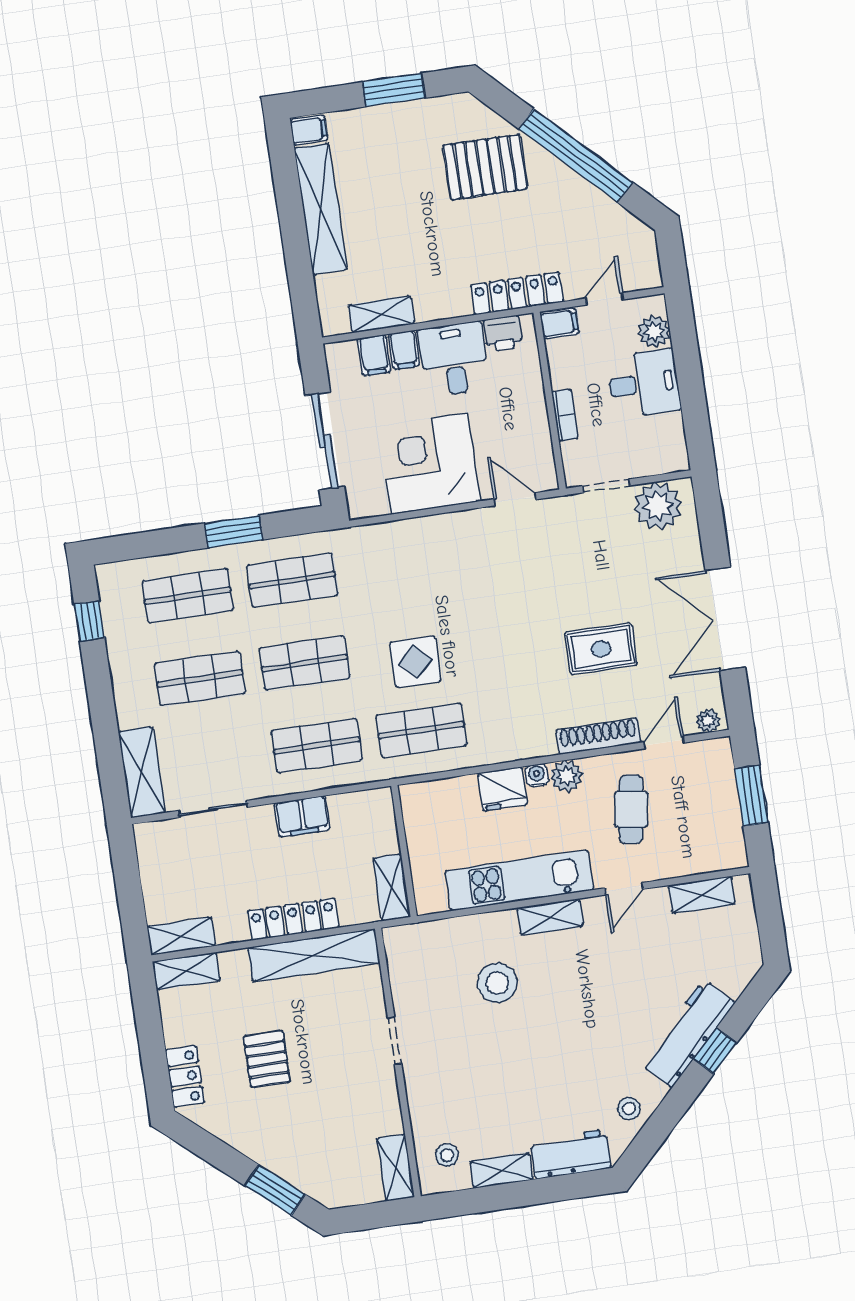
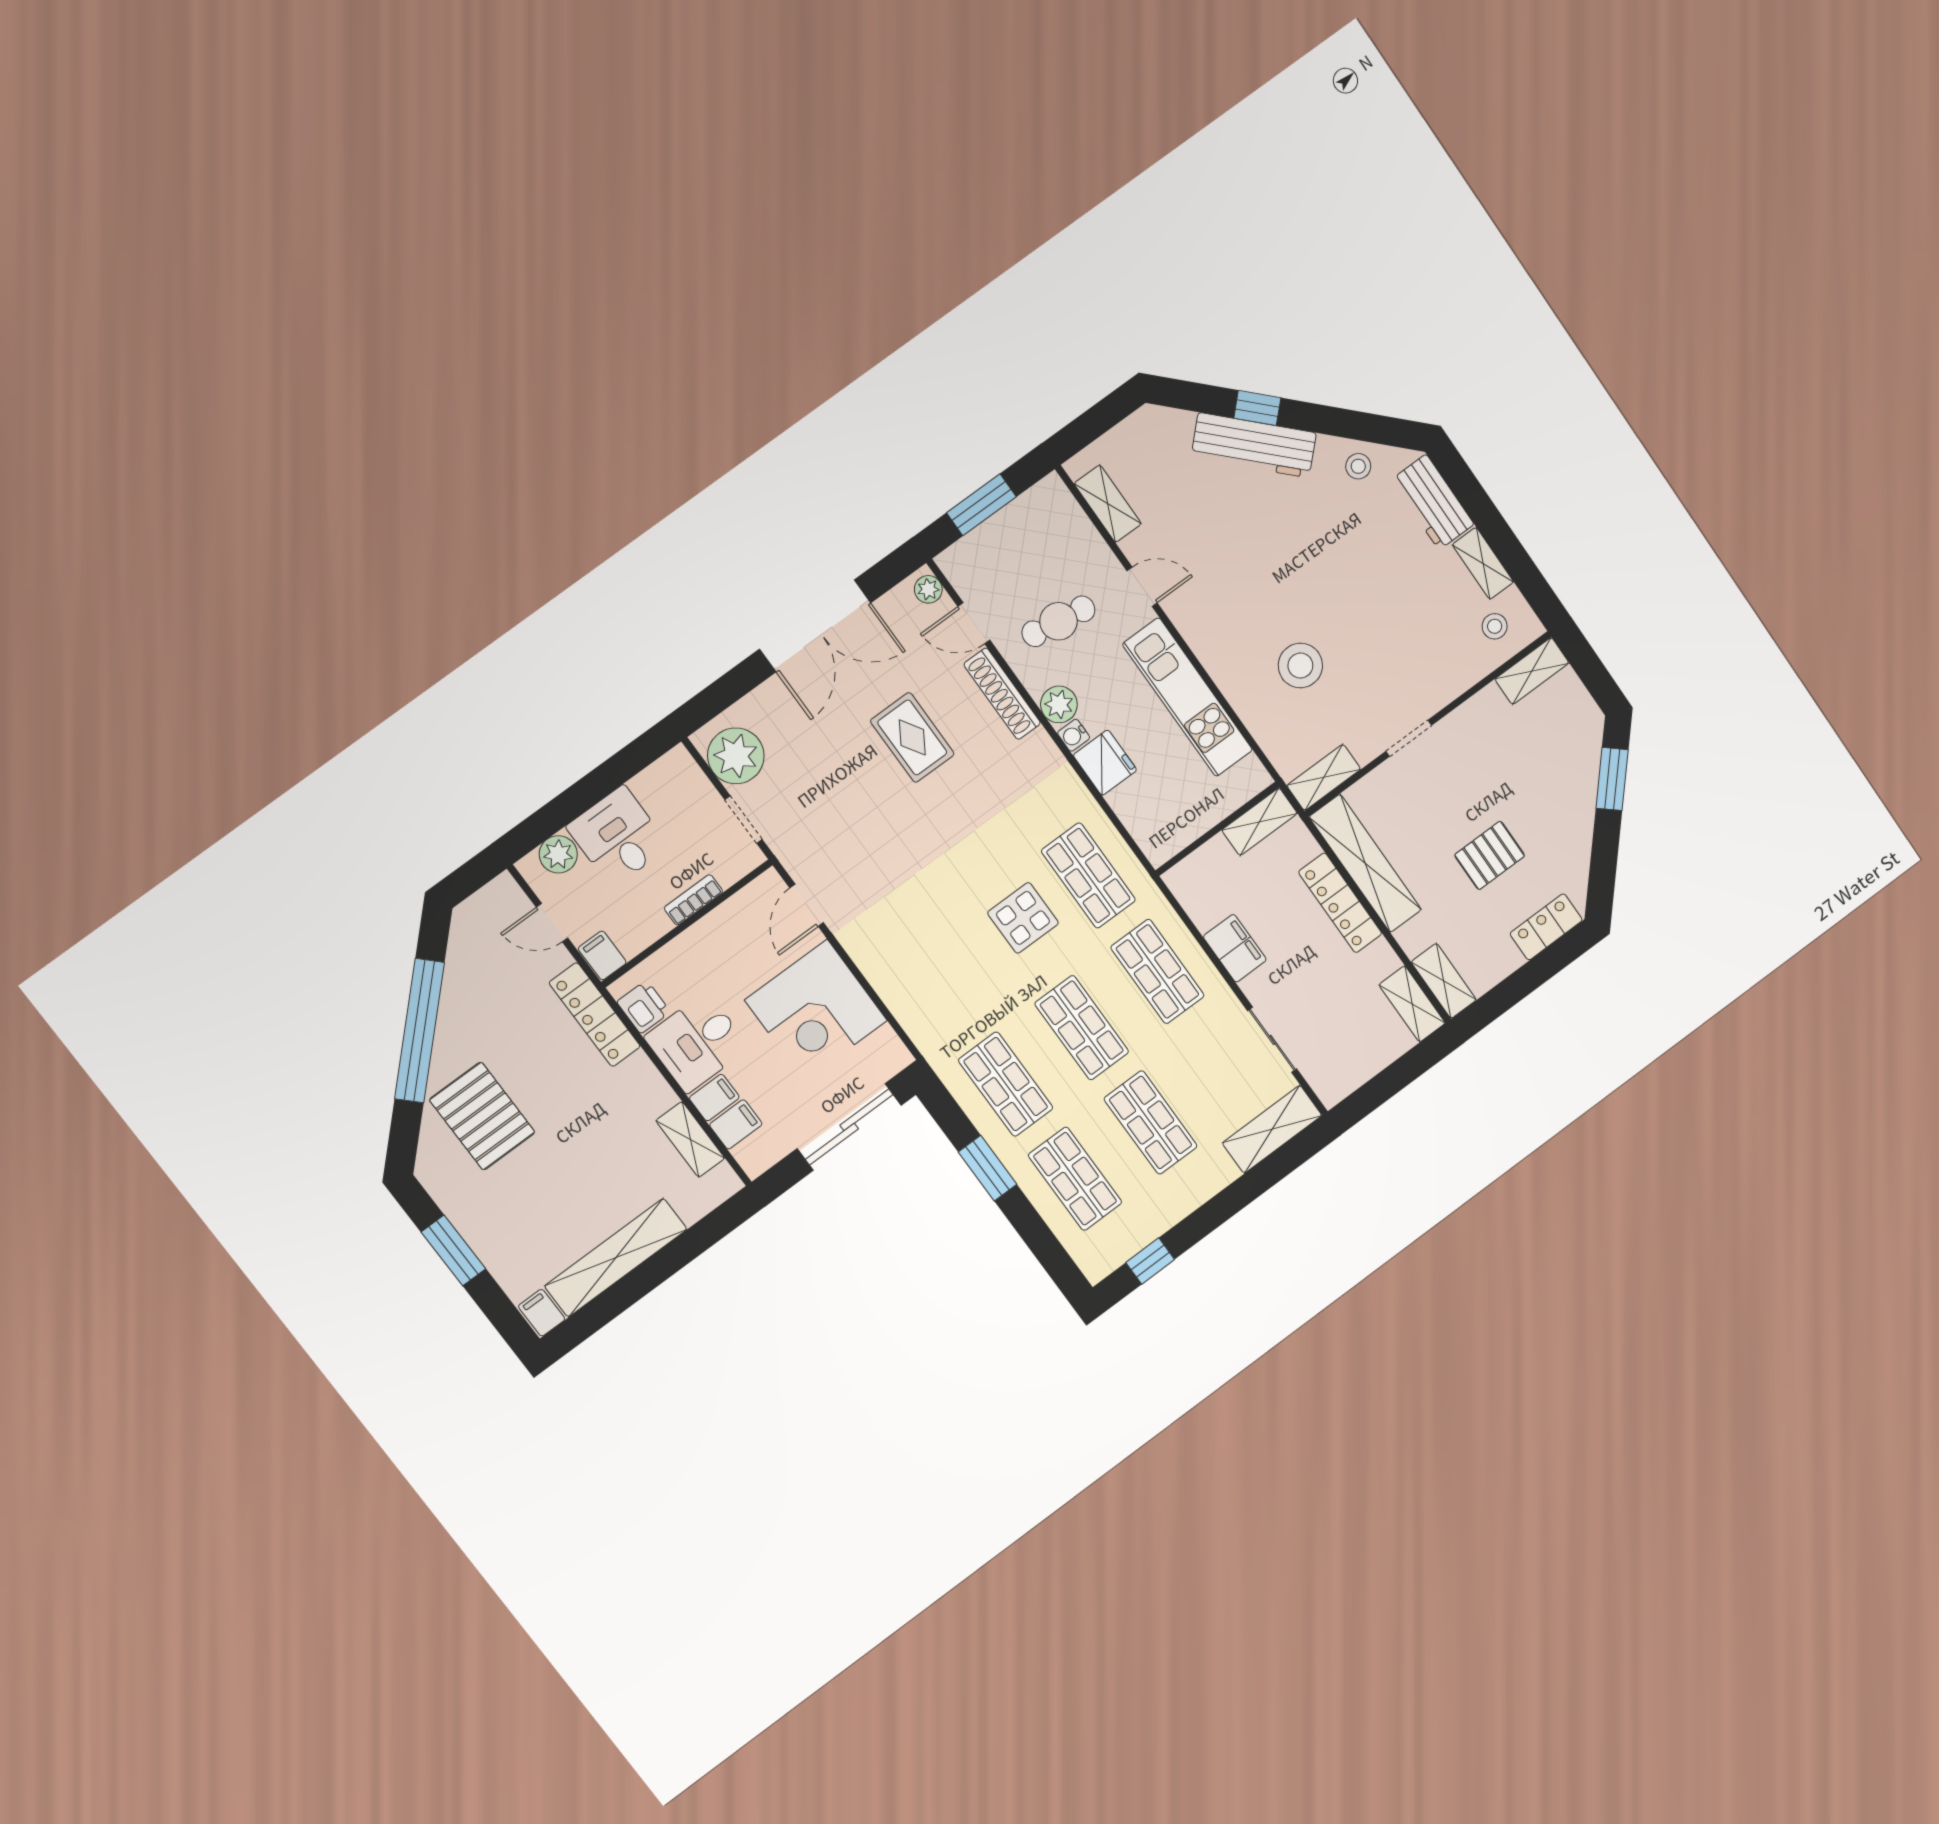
shelving: (550, 917) -> (1324, 777), moved, turned 90

